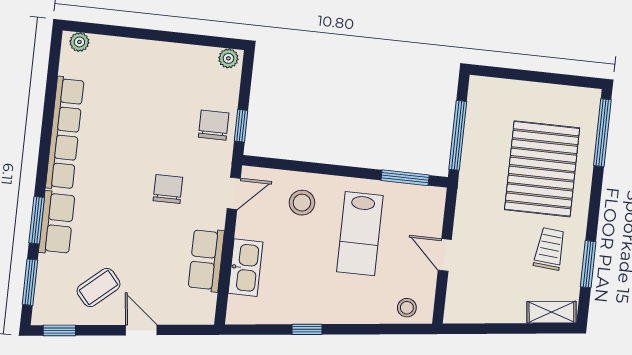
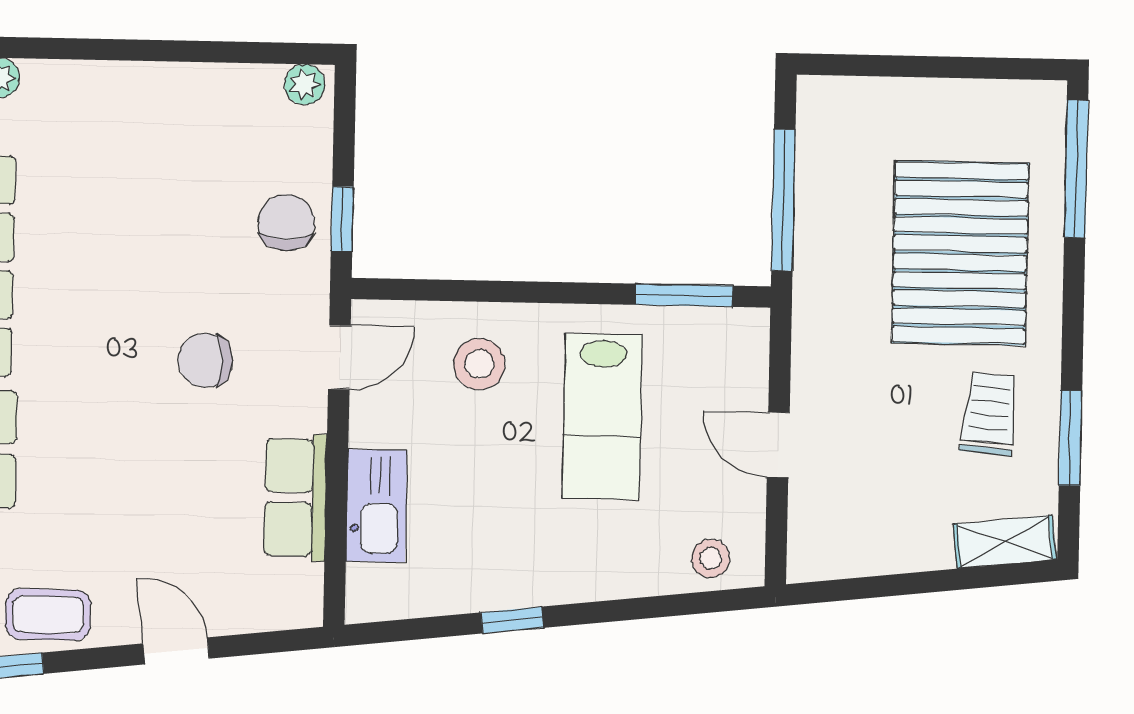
chair: (168, 189) -> (205, 360), turned -90
coffee table: (99, 287) -> (48, 615), moved, turned 41

